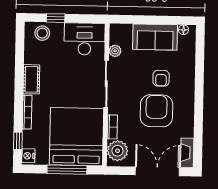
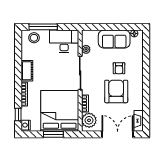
window: (56, 18) -> (43, 27), width x2.17
window: (67, 170) -> (53, 134), width x0.69

